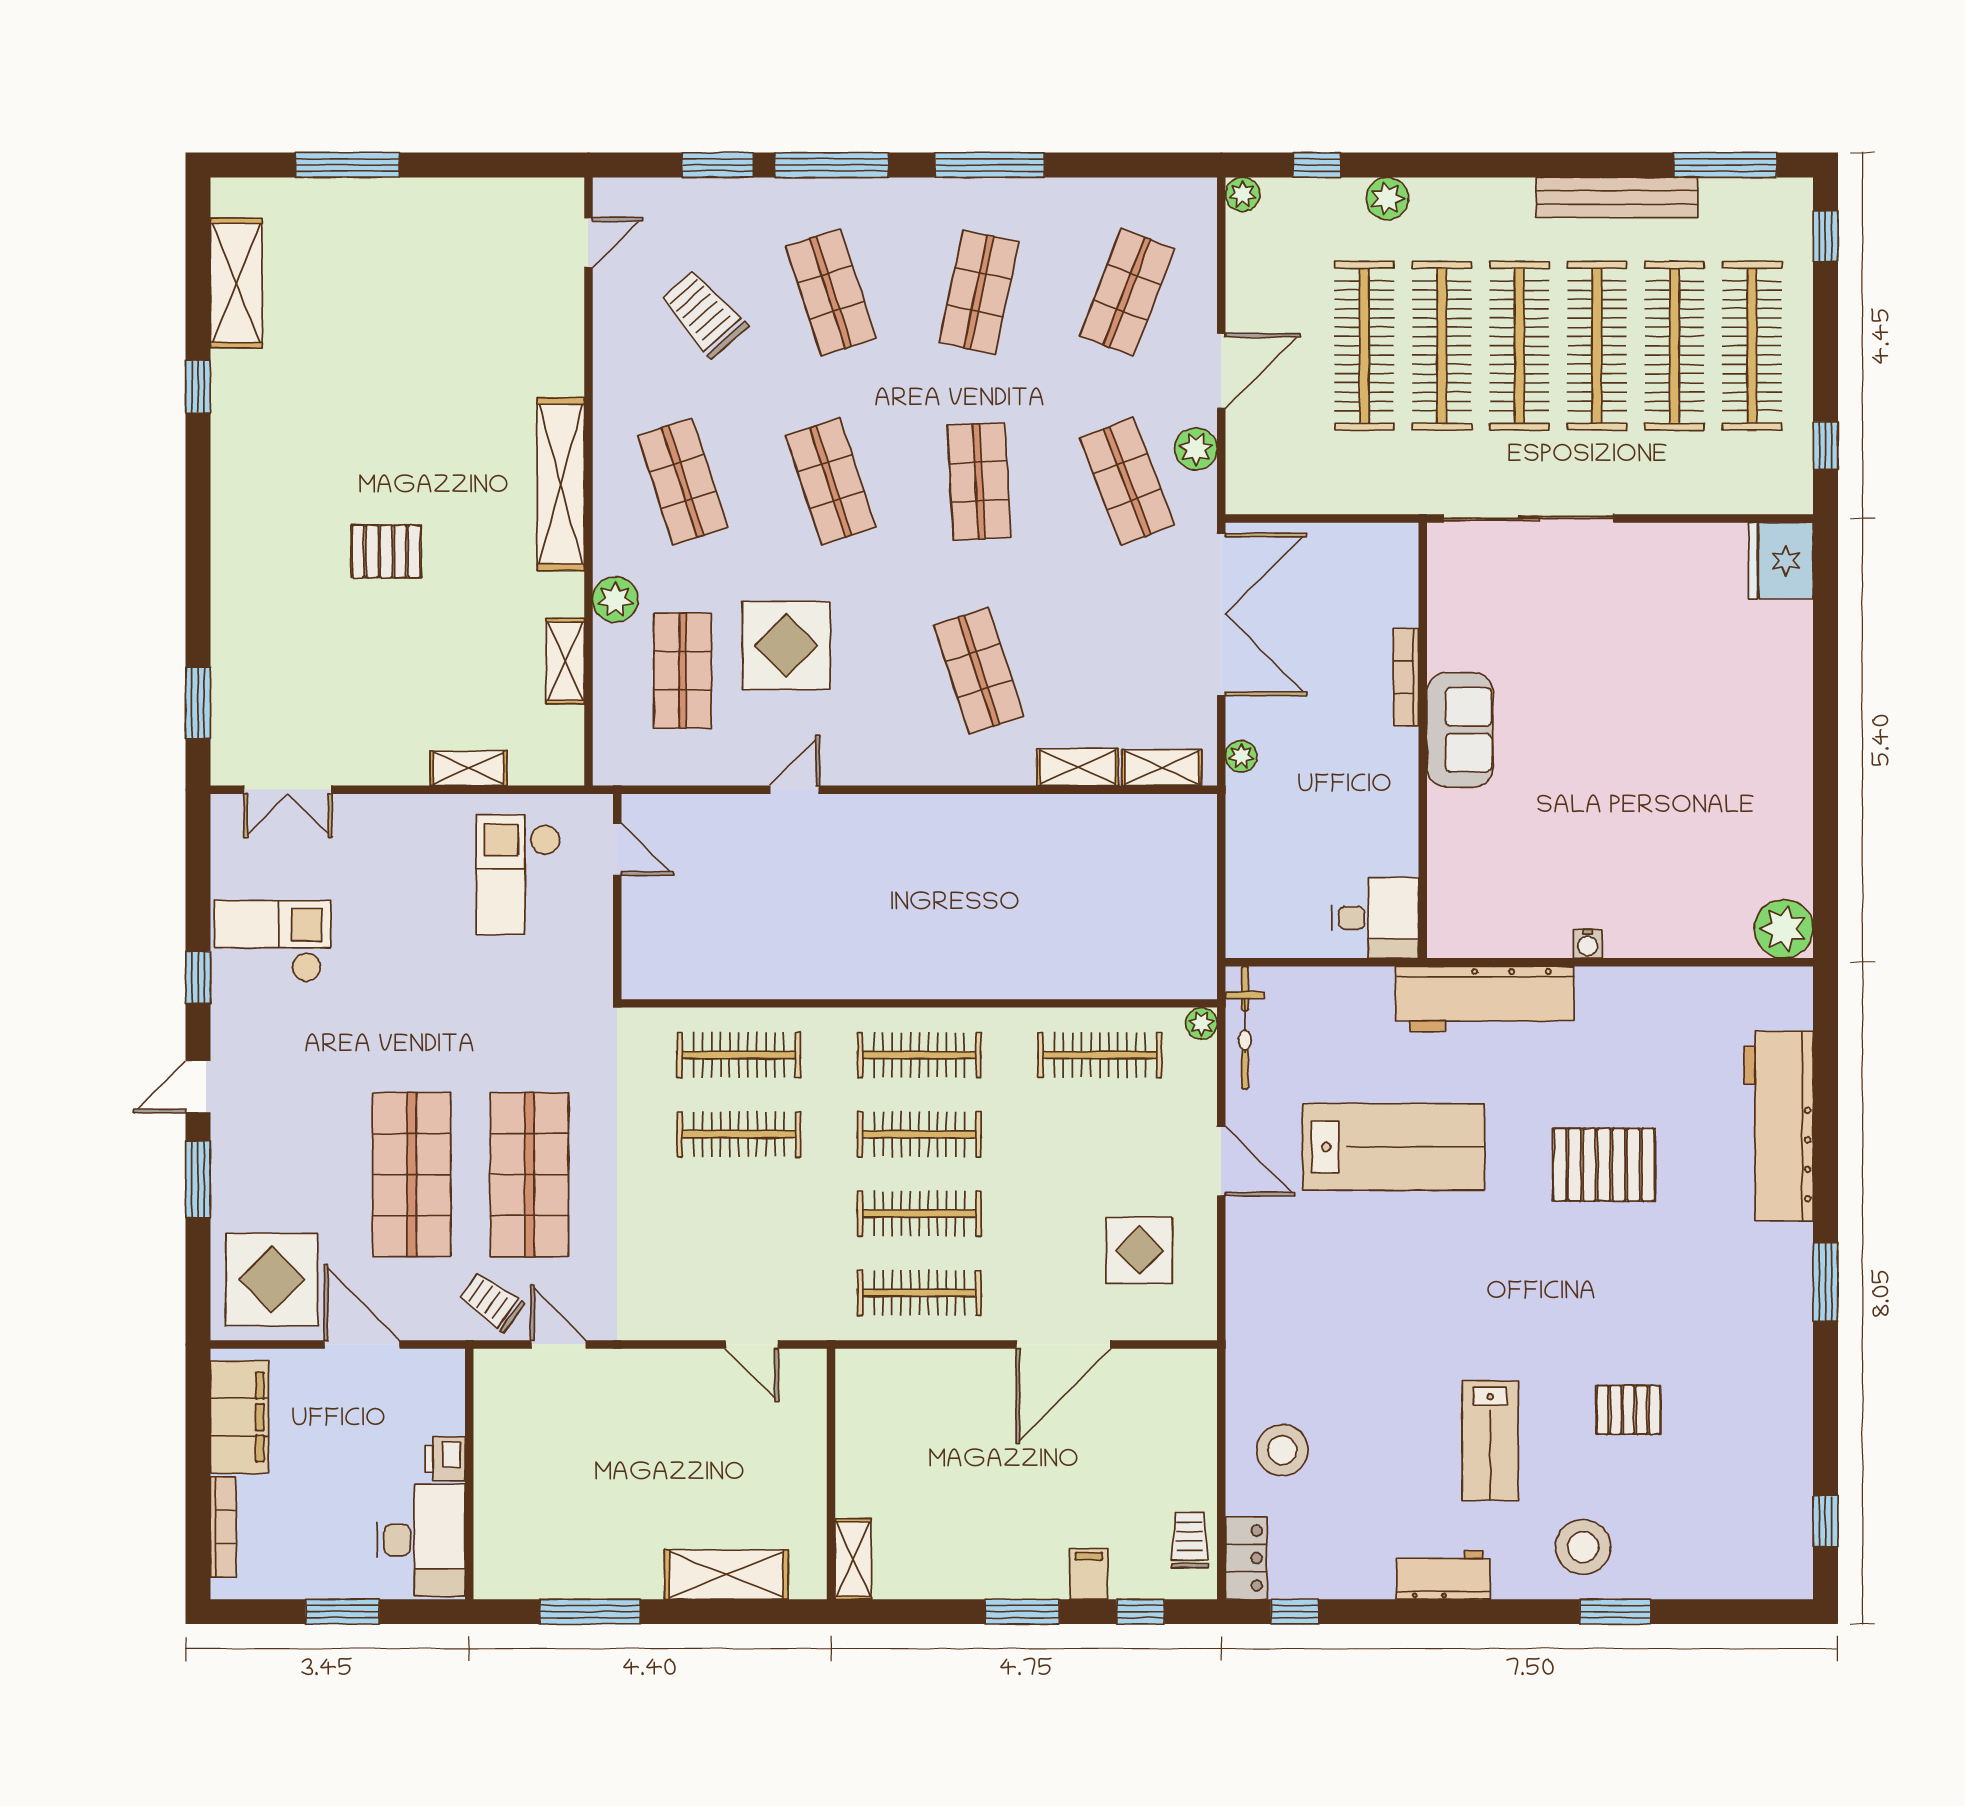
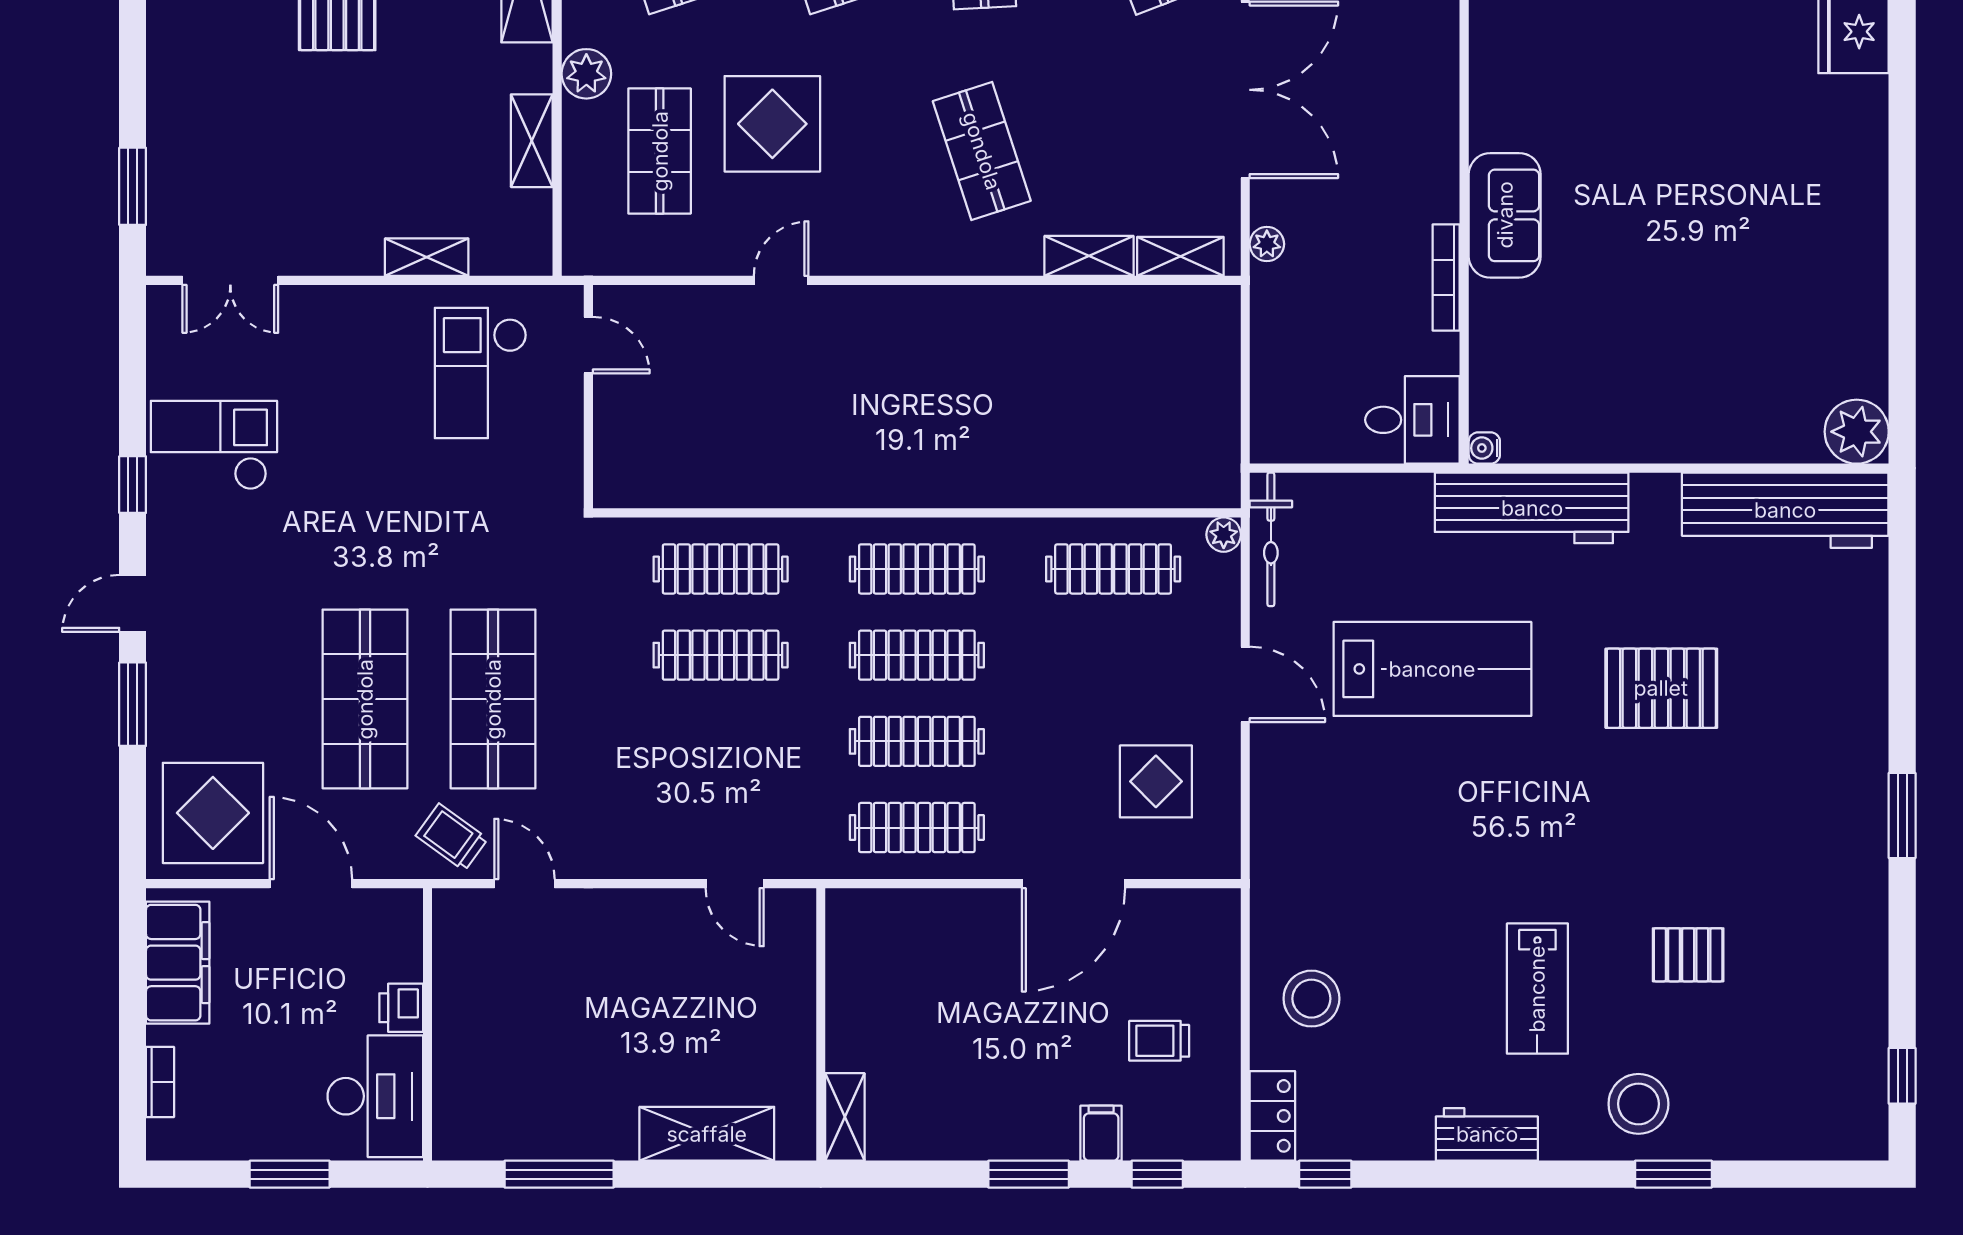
bookcase: (1406, 677) -> (1446, 277), moved
water cooler: (1588, 944) -> (1484, 448), moved, turned 90
workbench: (1779, 1126) -> (1785, 510), moved, turned -90
bookcase: (223, 1527) -> (160, 1082), width x0.64
trolley: (1190, 1540) -> (1159, 1041), moved, turned -90

